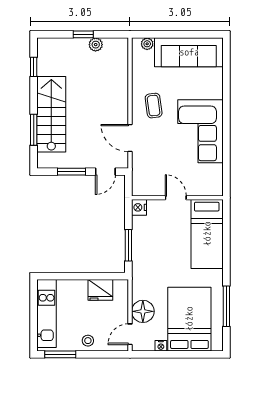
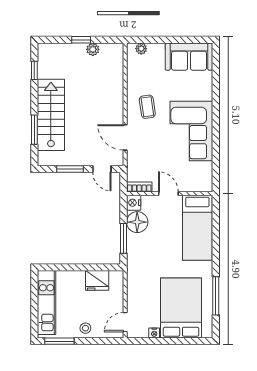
sofa: (189, 52) -> (189, 57), width x0.73
door: (105, 172) -> (102, 169), hinge flipped
bookcase: (145, 191) -> (139, 187), added
floor lamp: (143, 311) -> (137, 222), moved

